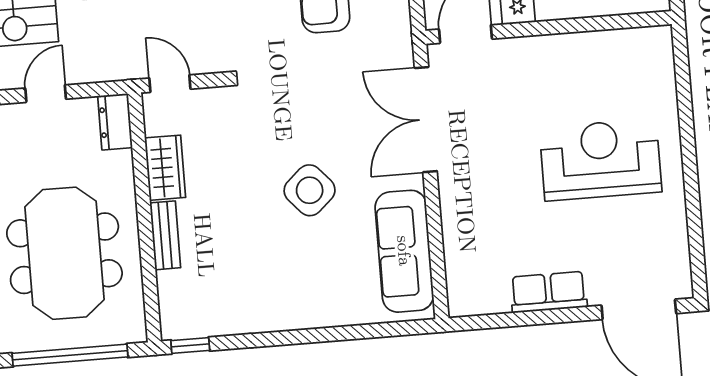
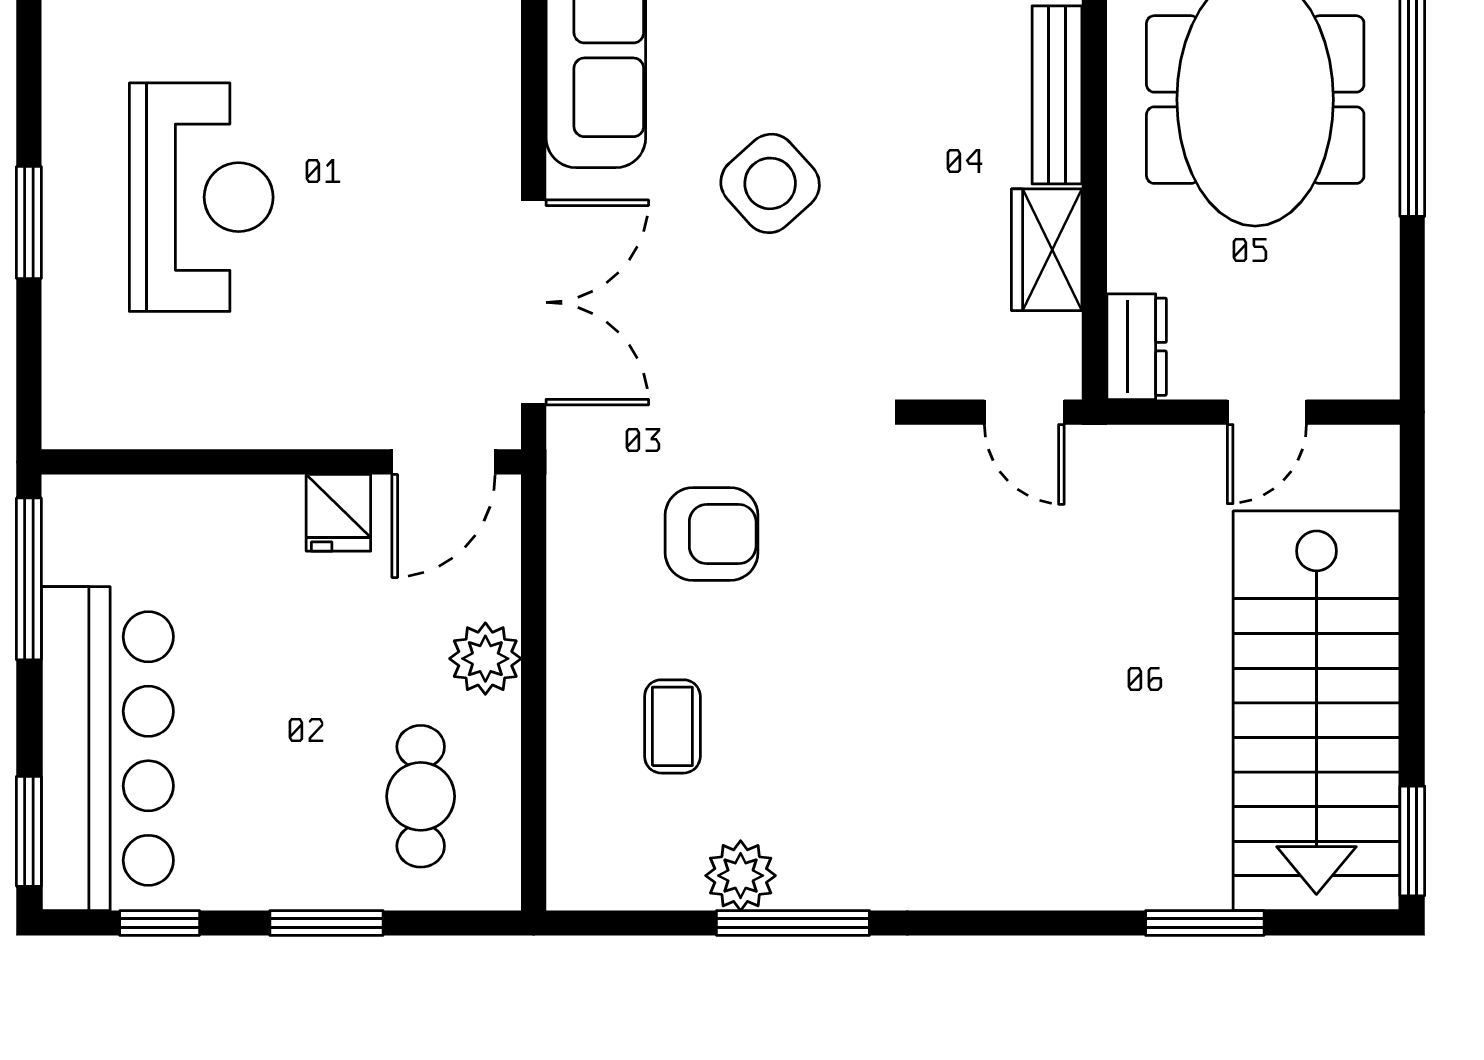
window: (688, 140) -> (29, 223), added
reception desk: (601, 160) -> (201, 197), turned -90
bench: (165, 235) -> (1057, 95), width x1.36

